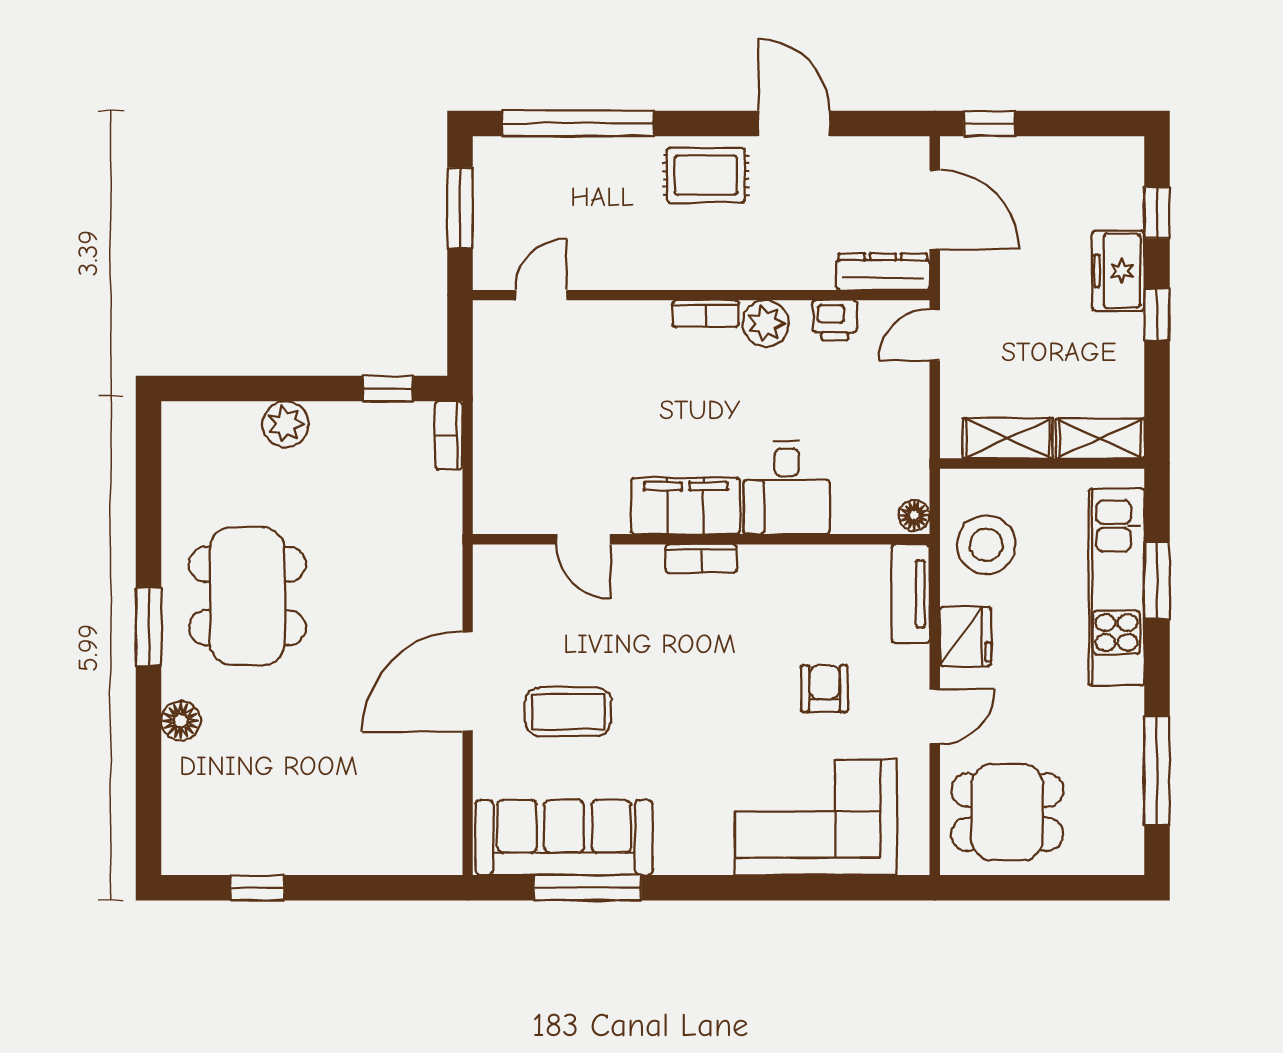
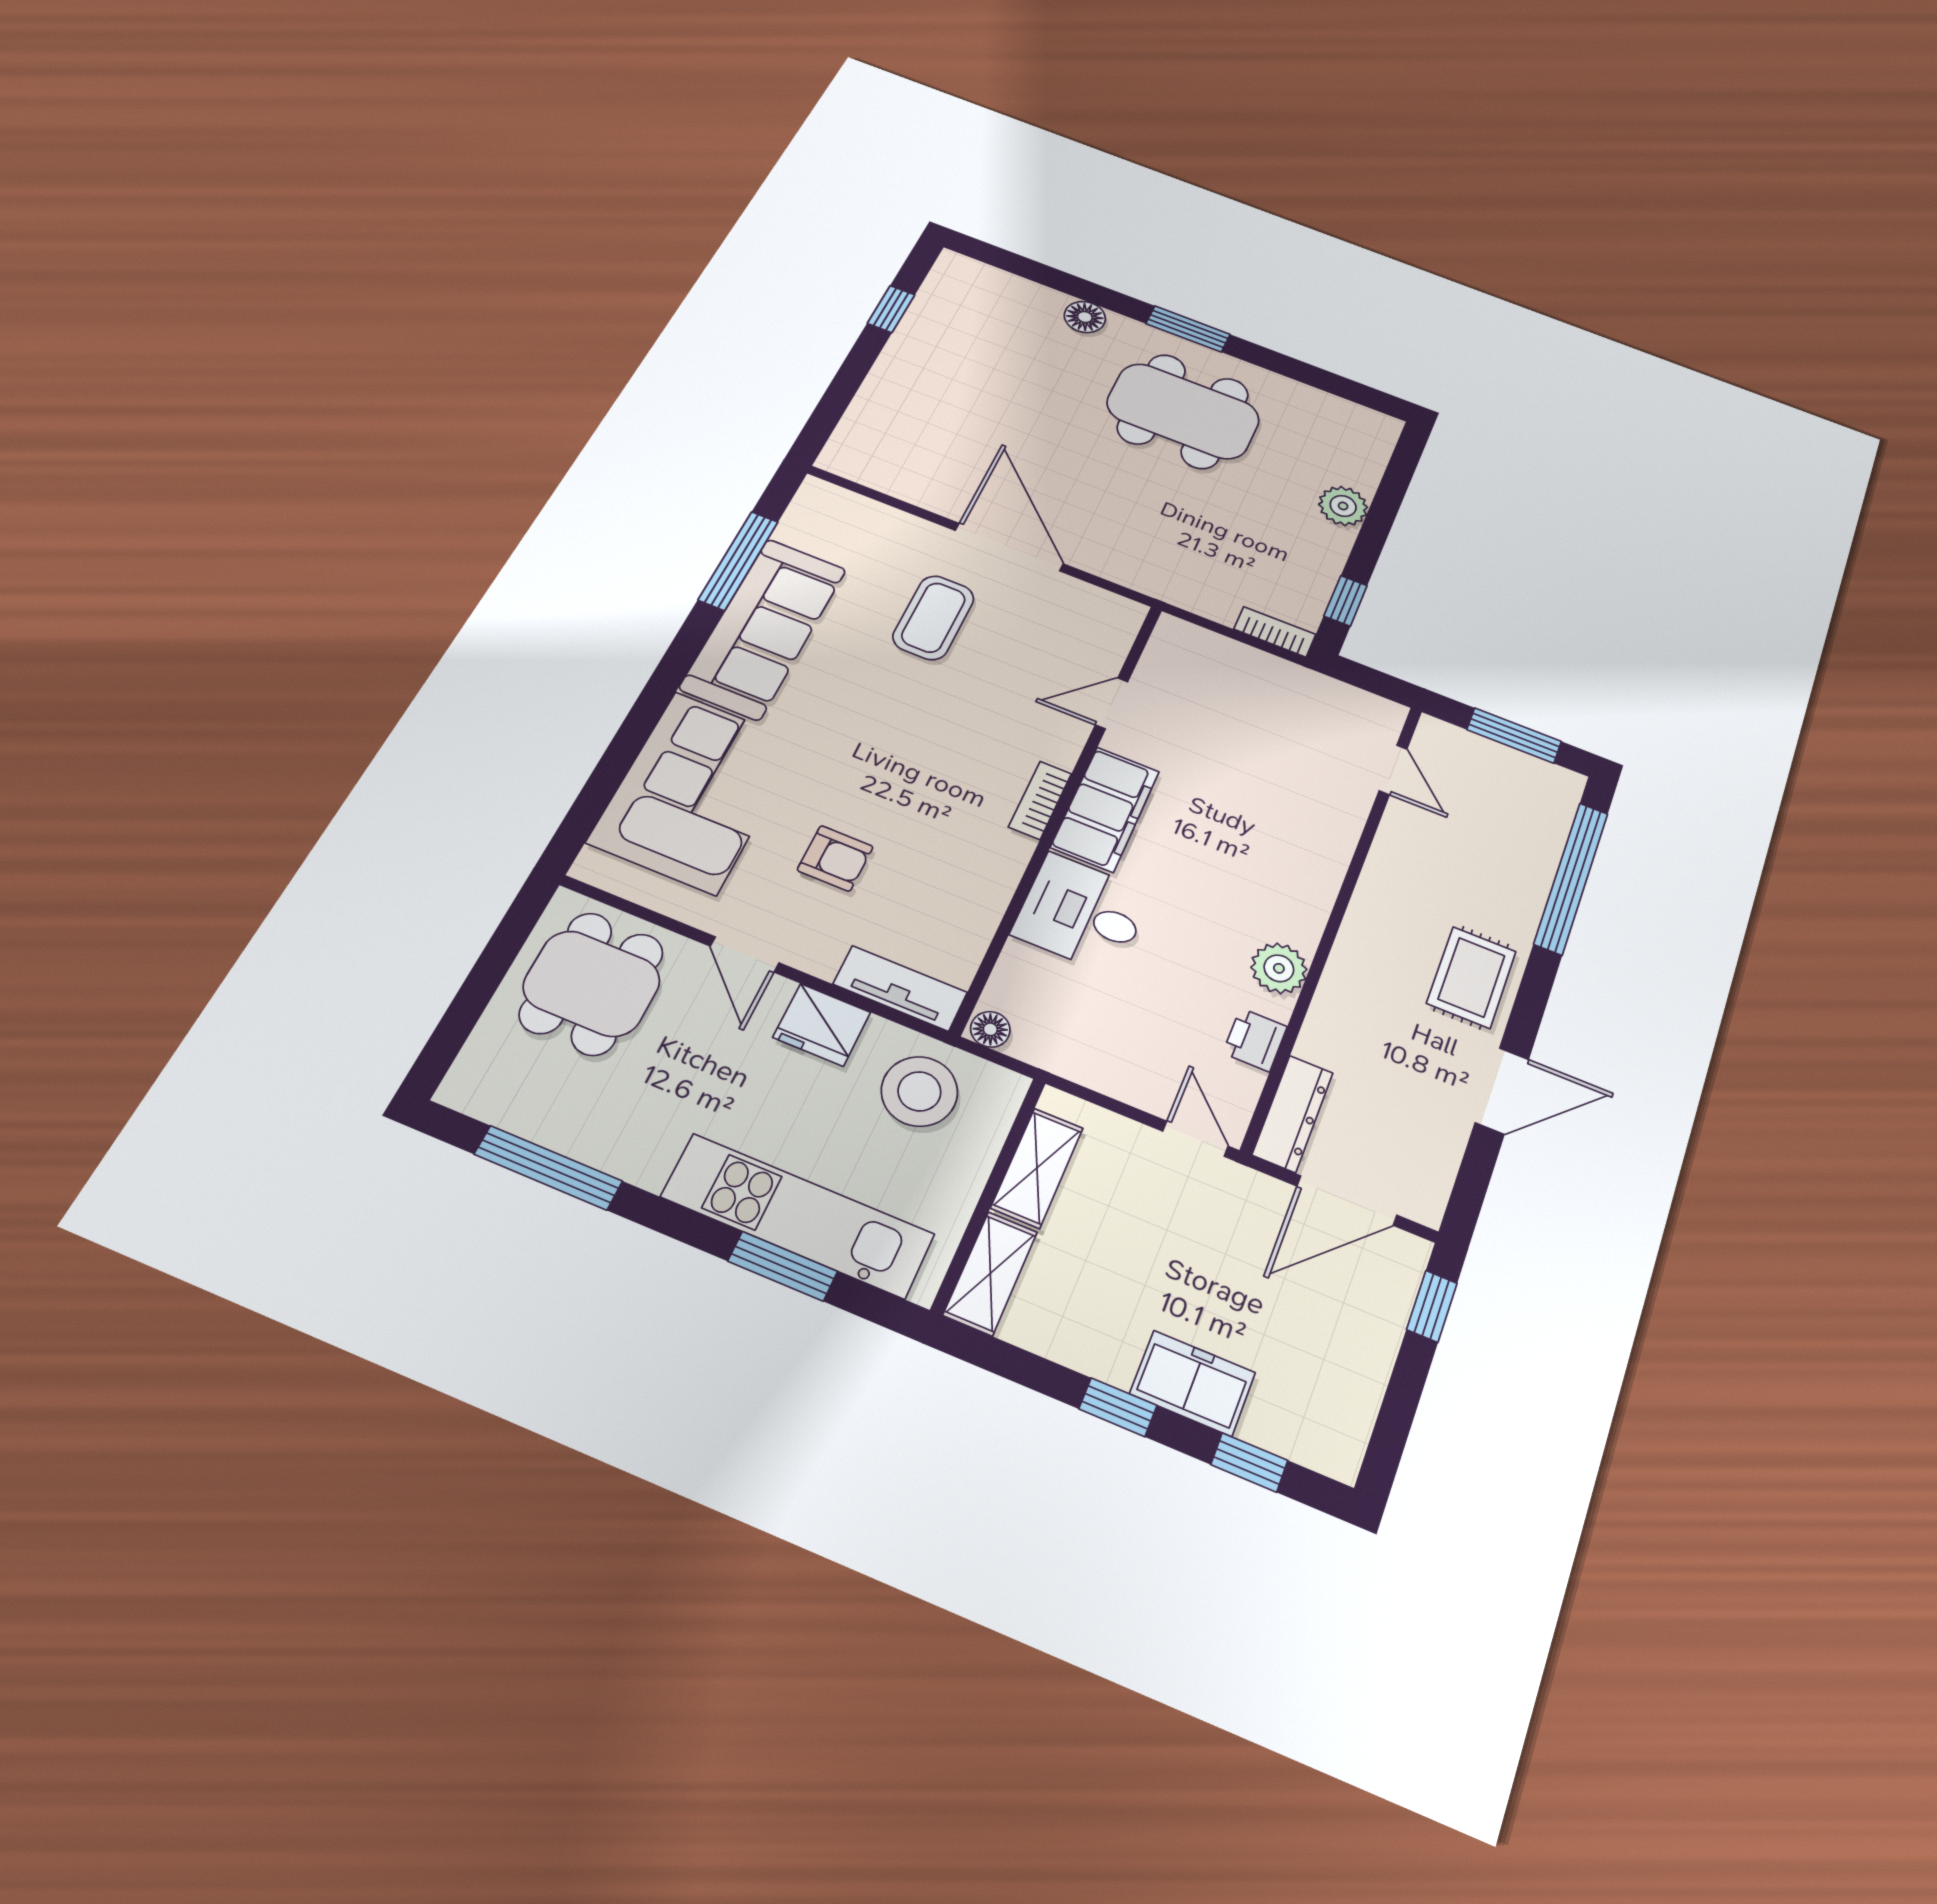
bookcase: (706, 313) -> (1313, 914), removed
sofa: (564, 837) -> (764, 628), moved

